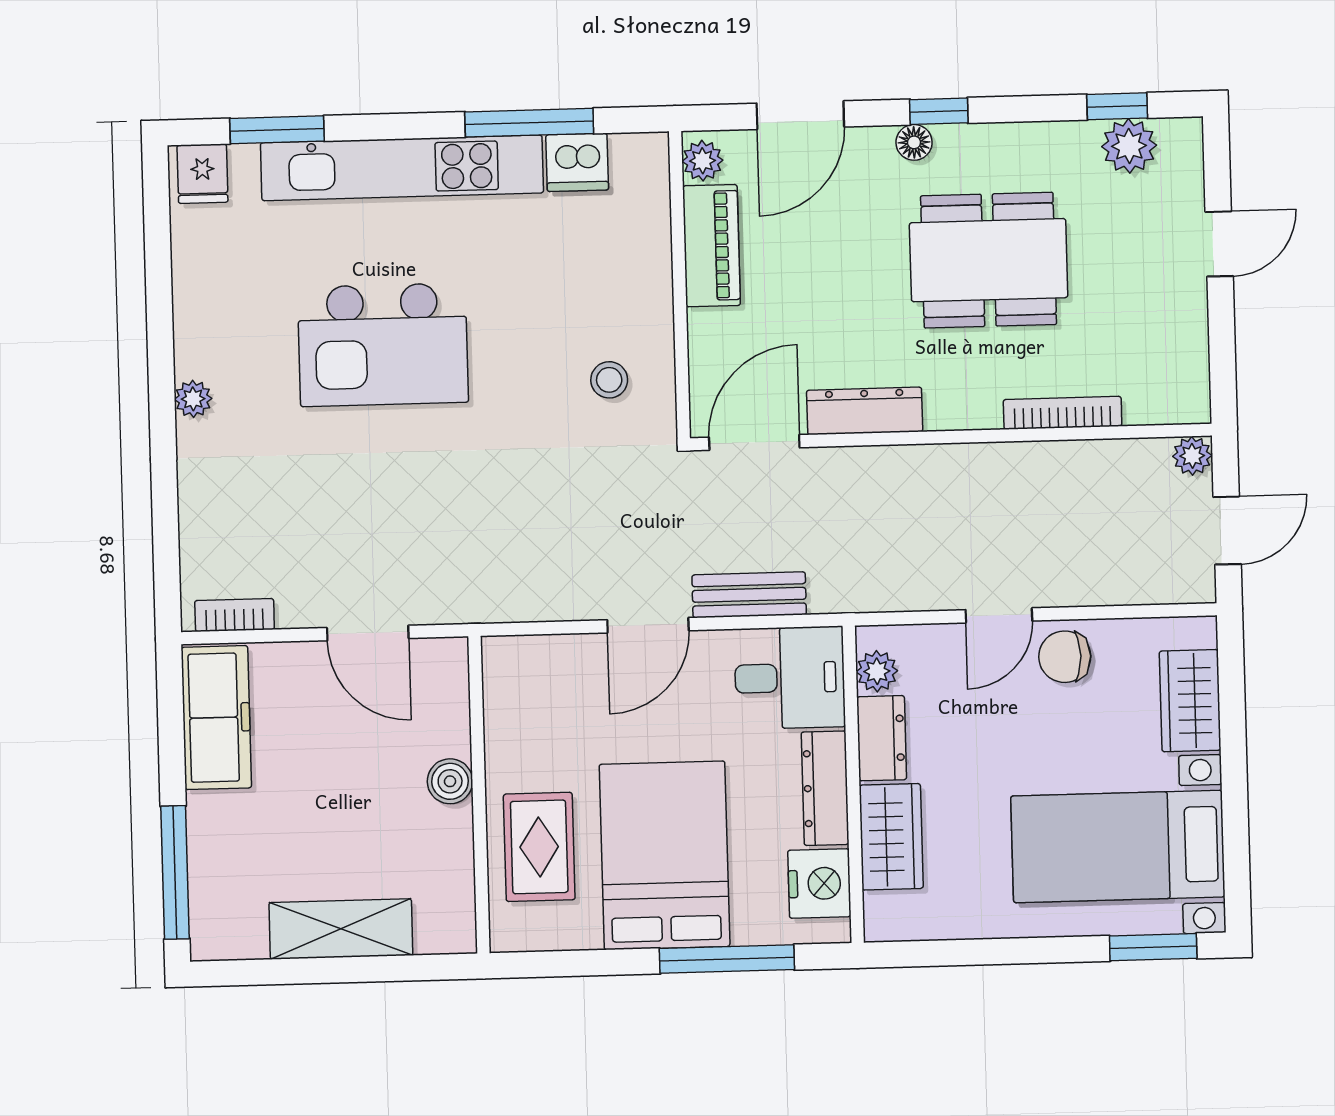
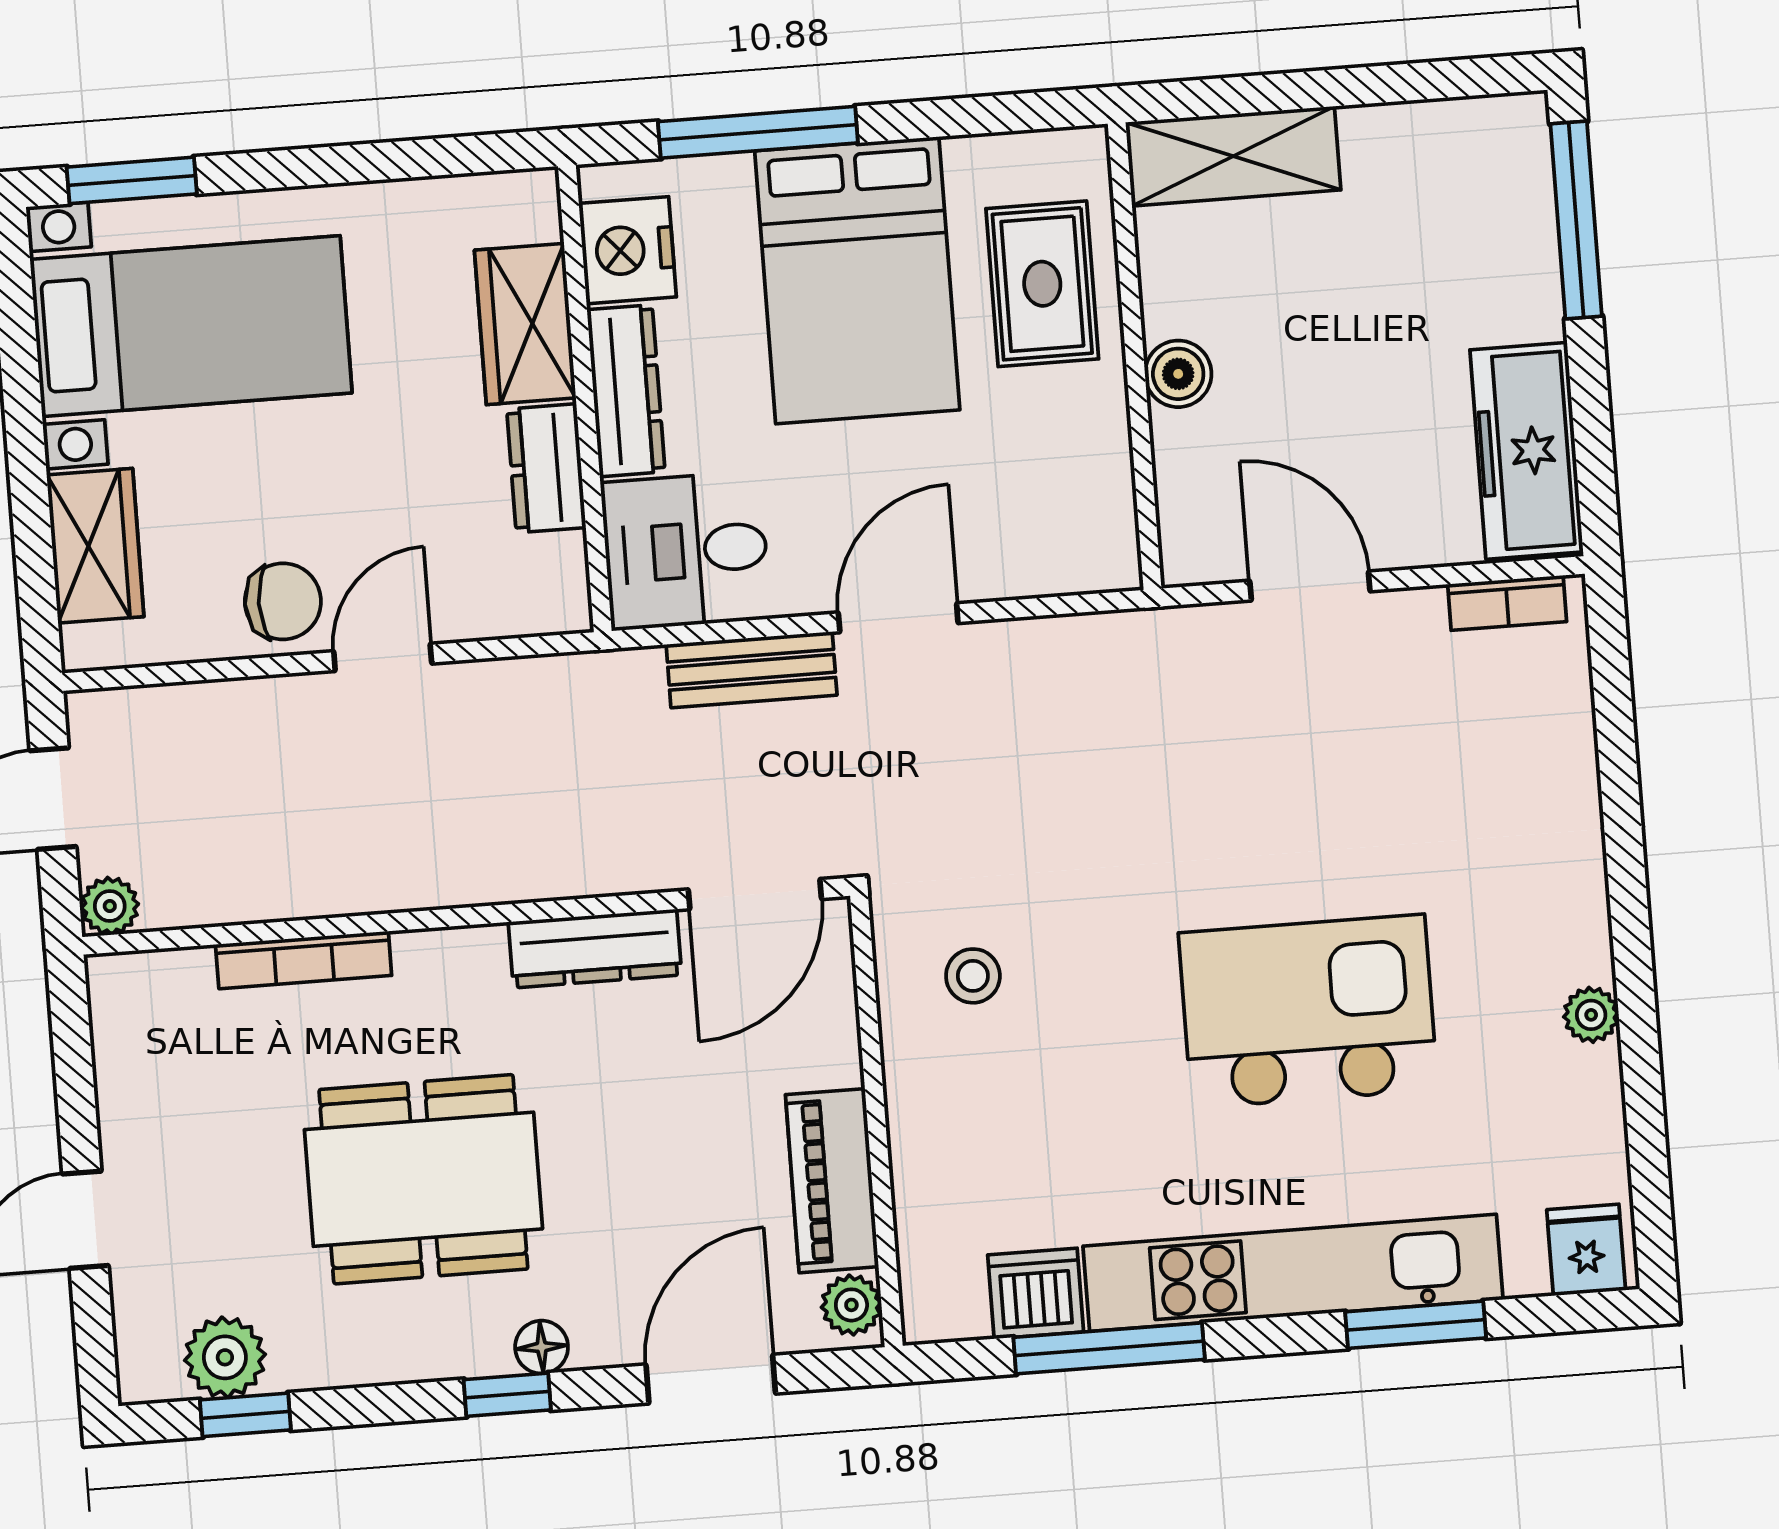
window: (277, 130) -> (1416, 1325), moved
plant: (193, 399) -> (1591, 1015), moved
plant: (877, 671) -> (558, 566), removed
shelving: (341, 929) -> (1233, 156), moved

